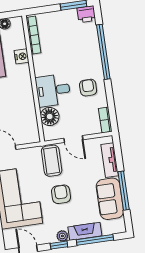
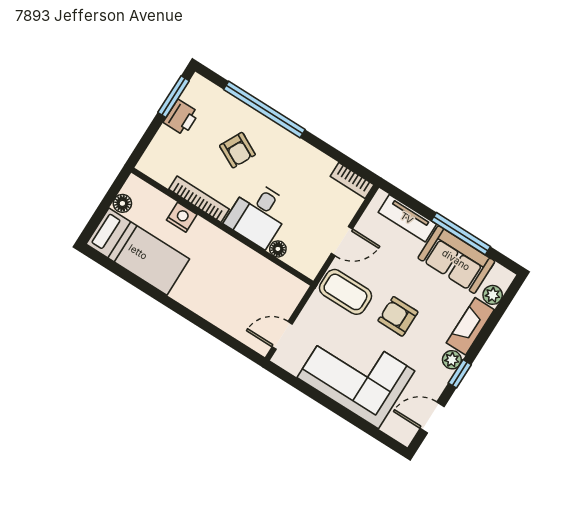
printer: (86, 14) -> (181, 117), moved
bookcase: (33, 35) -> (199, 199), moved
armchair: (88, 88) -> (237, 150), moved, turned -153
floor lamp: (50, 116) -> (278, 249), width x0.53, depth x0.53
plant: (108, 229) -> (493, 295), added
window: (95, 240) -> (492, 323), removed

